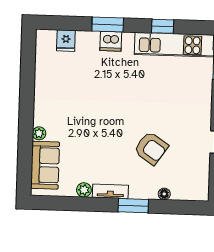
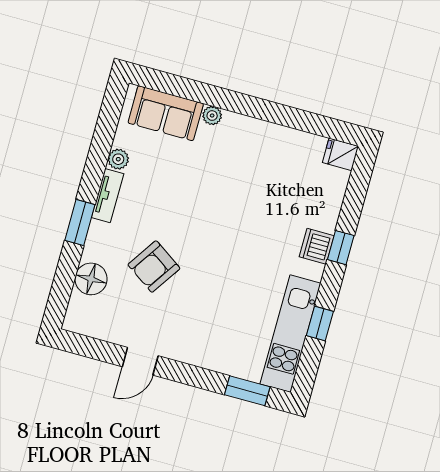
window: (108, 25) -> (341, 248), width x0.67
fridge: (66, 41) -> (341, 154), moved
floor lamp: (164, 194) -> (91, 279), width x1.89, depth x1.89

